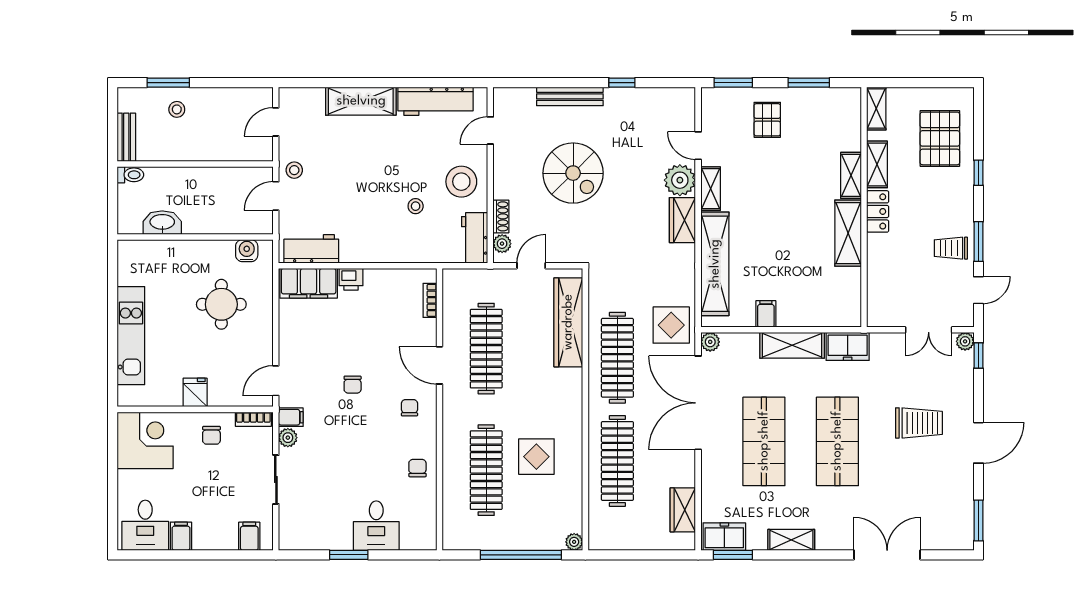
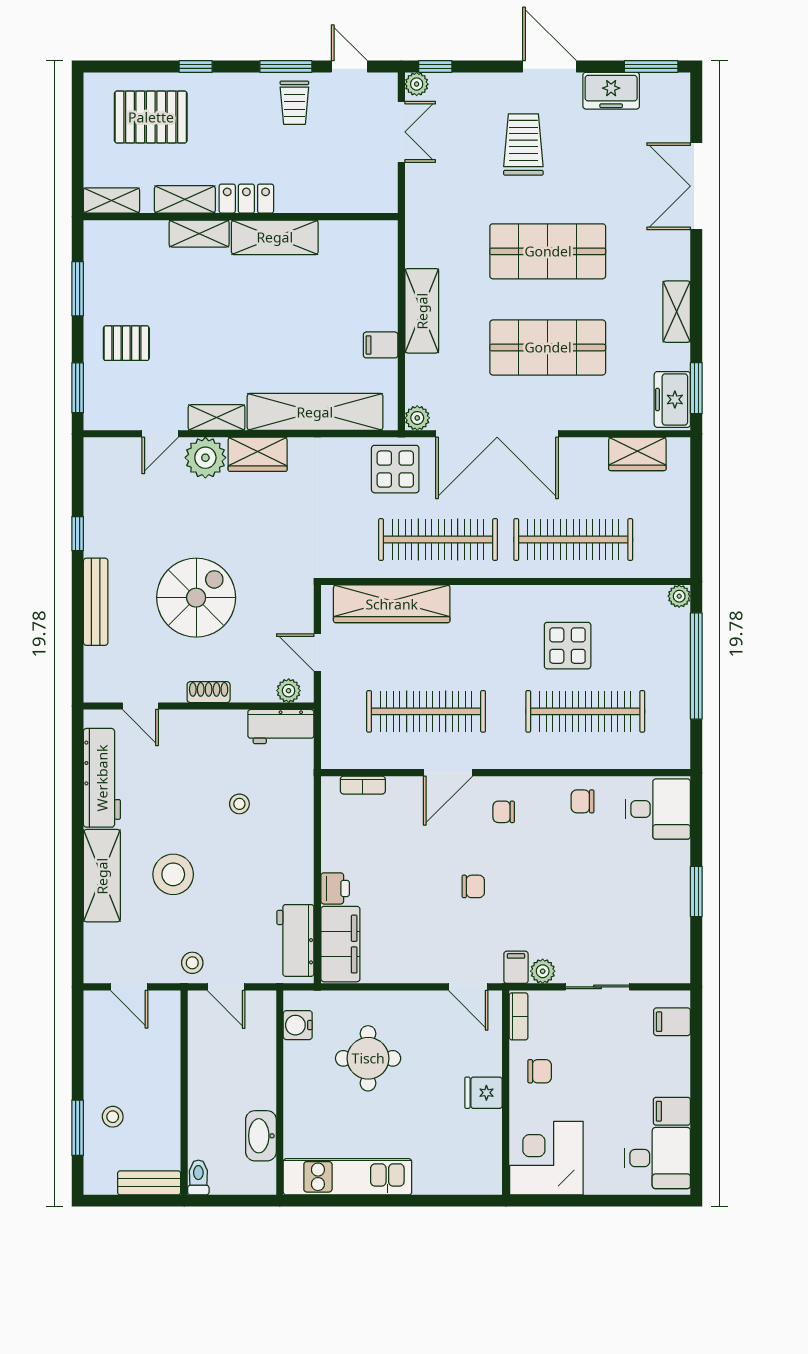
stool: (461, 182) -> (173, 874), moved
shoe rack: (501, 216) -> (209, 692), moved
kitchen unit: (131, 336) -> (347, 1177), moved
freezer: (848, 346) -> (611, 91), moved, turned 90
desk: (376, 526) -> (658, 809), moved

